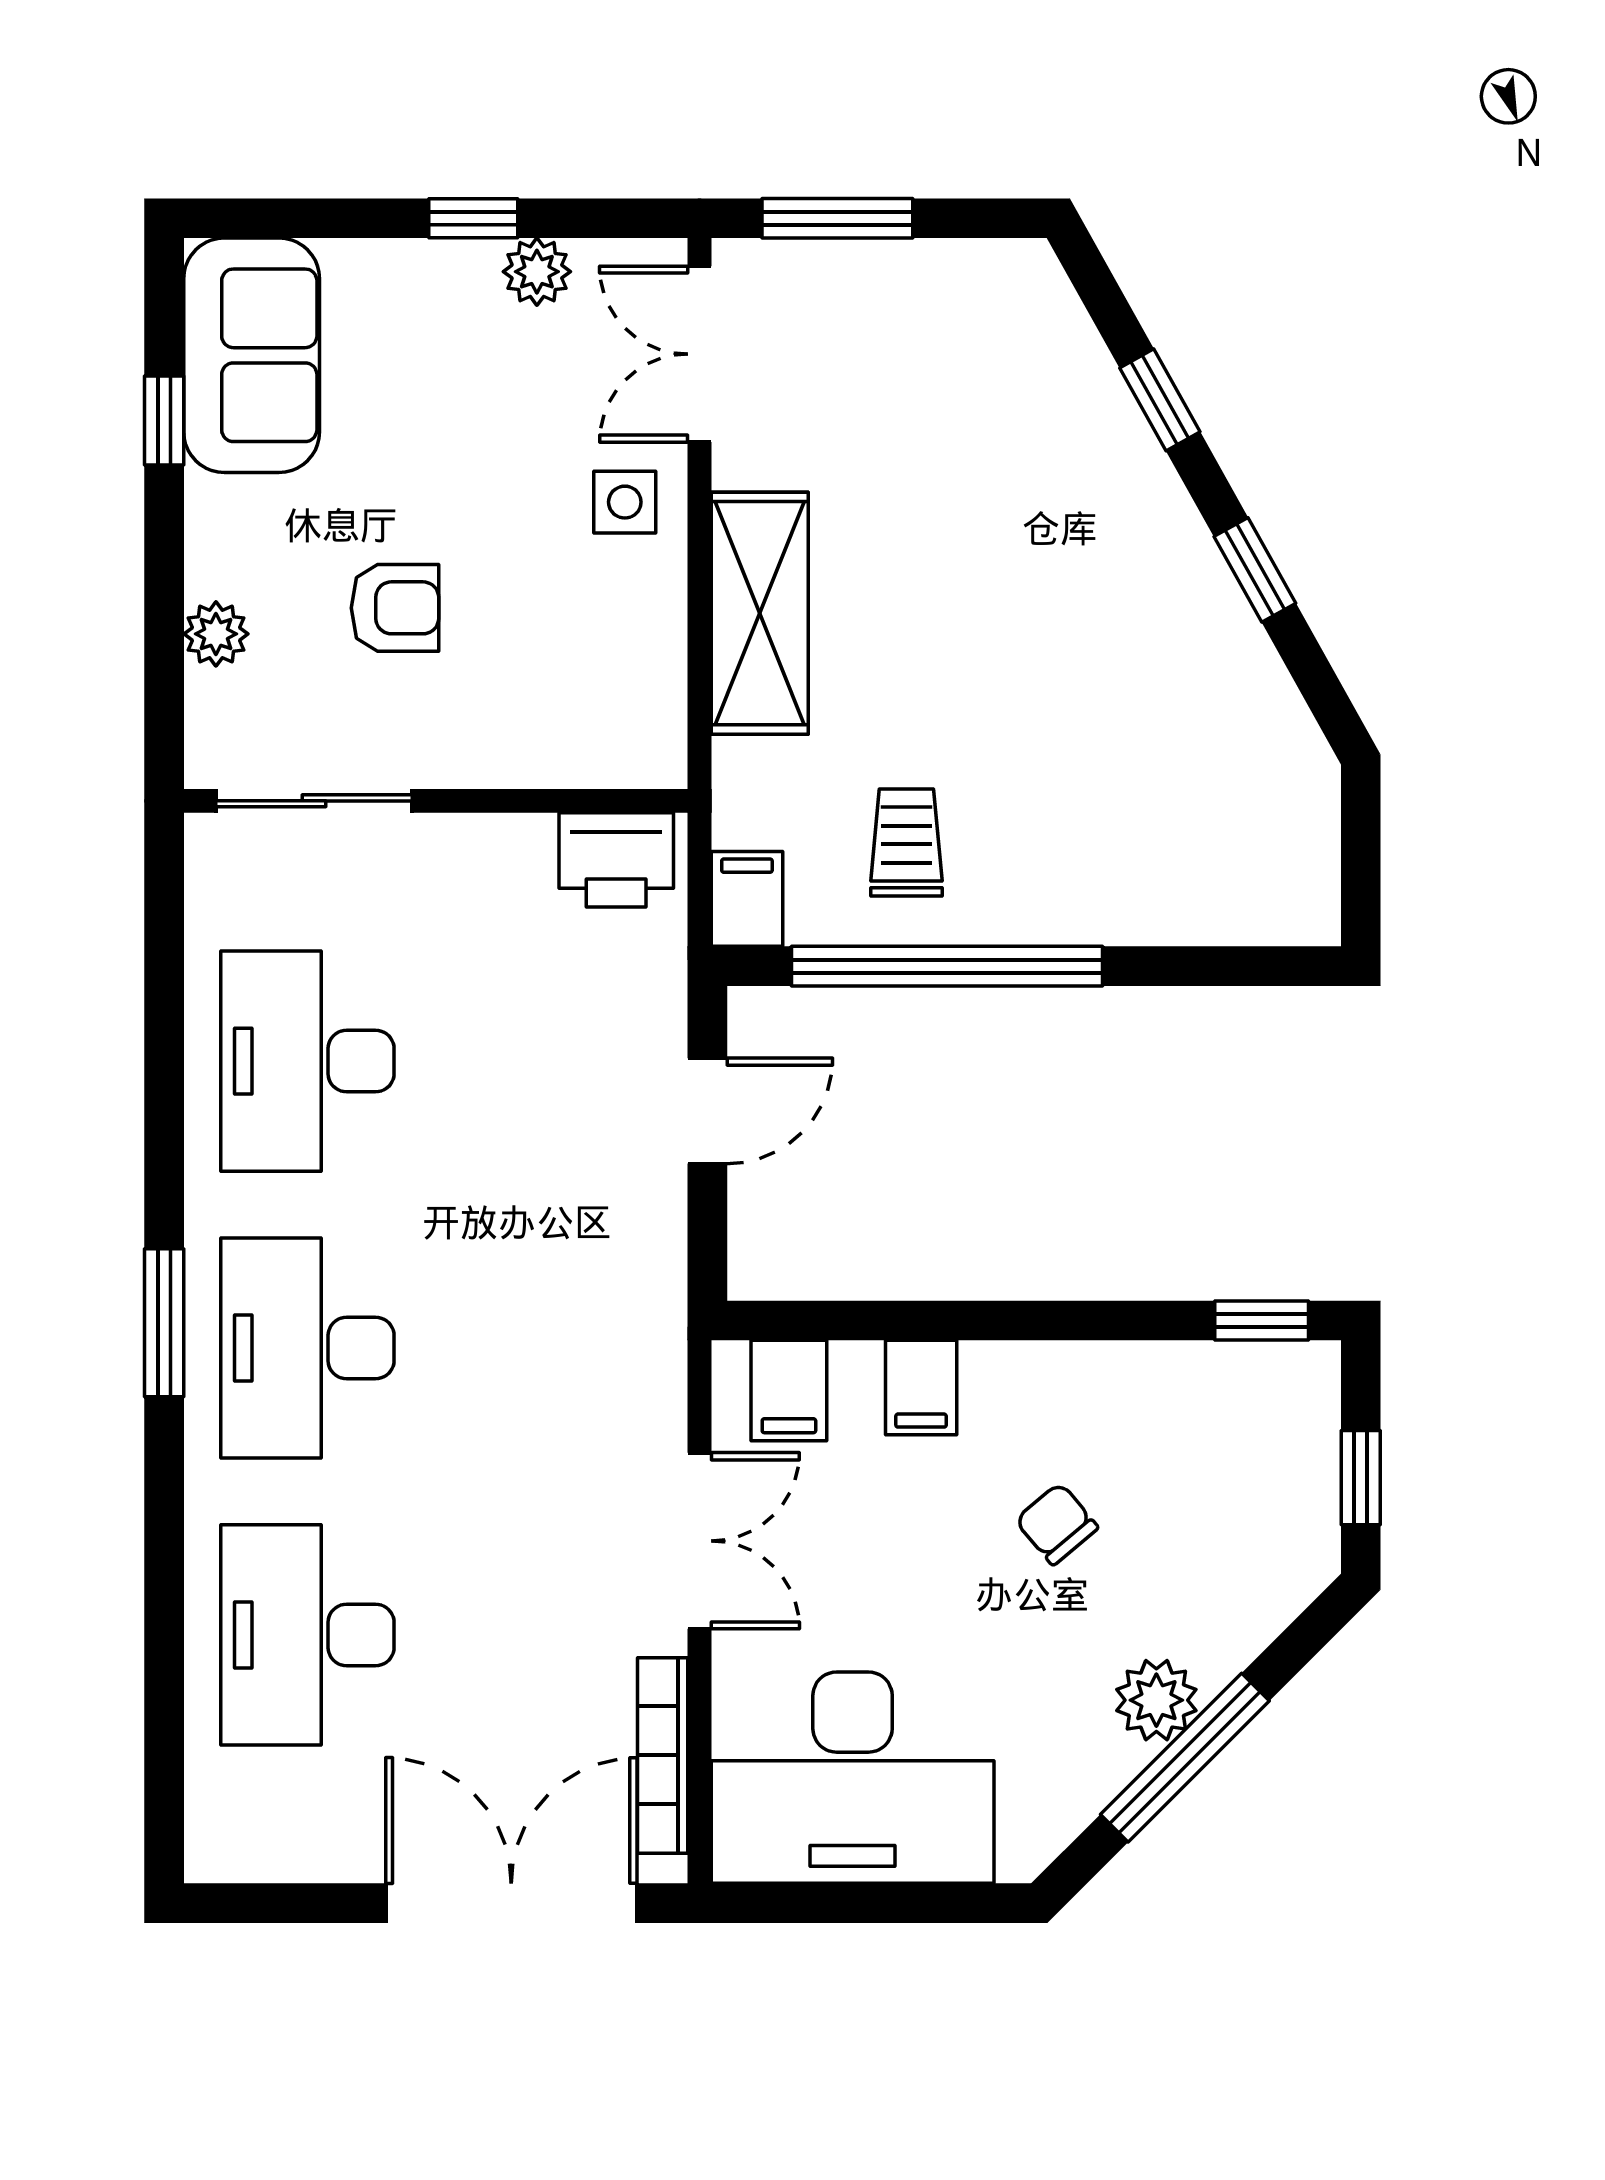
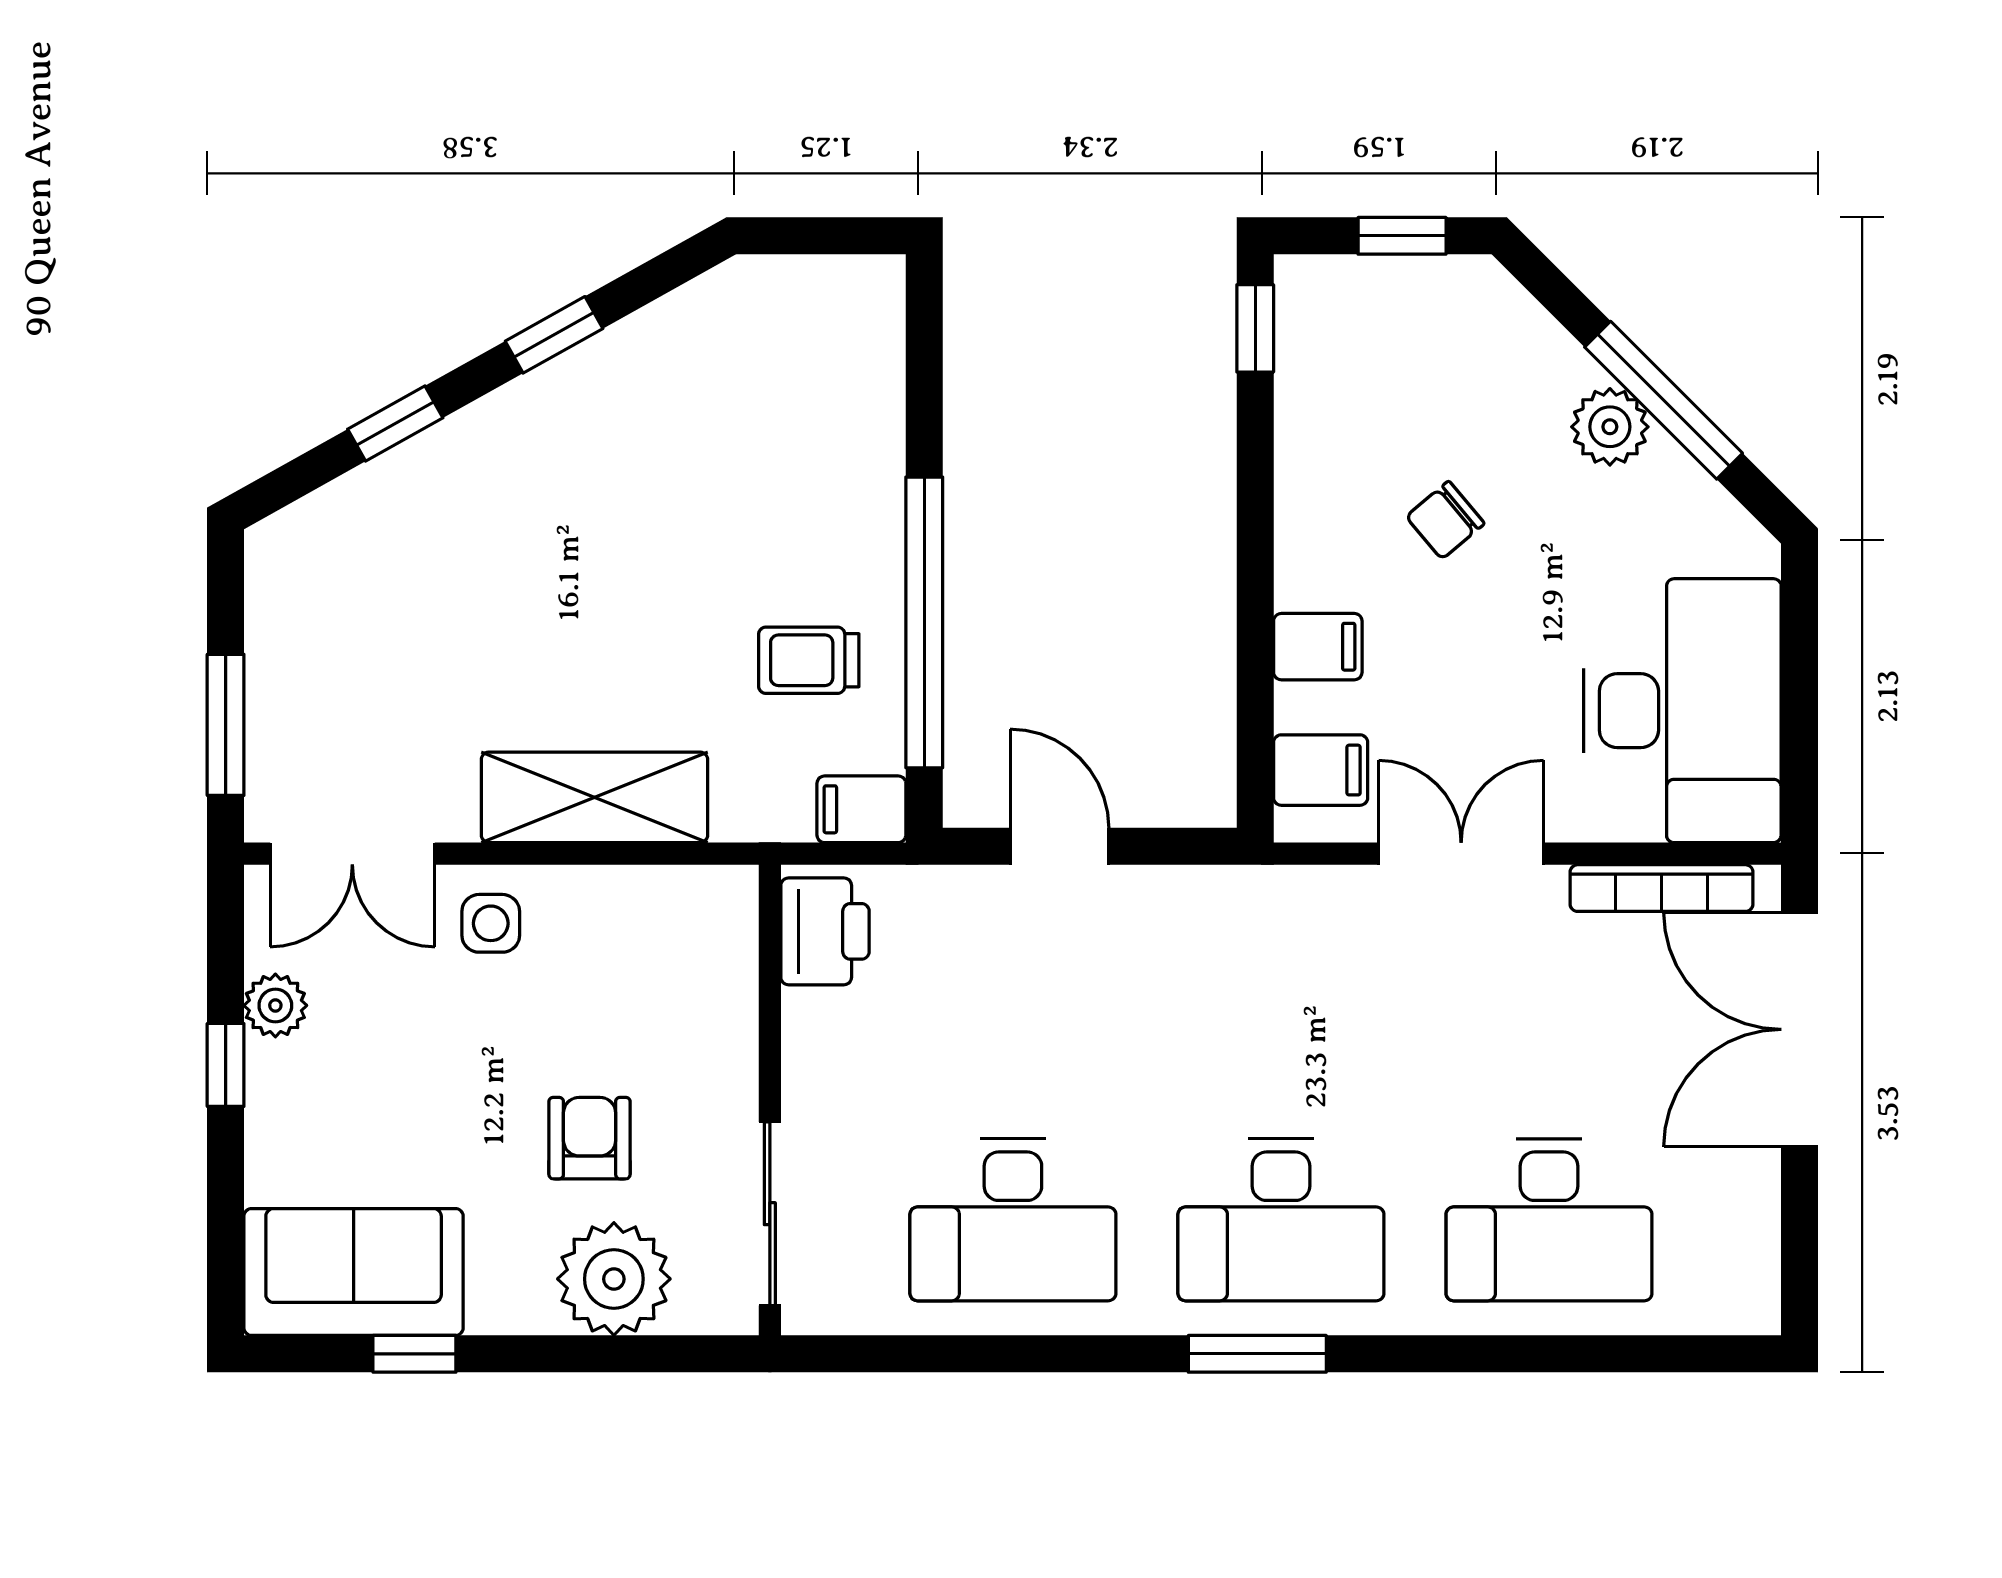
plant: (216, 634) -> (614, 1279), width x1.88, depth x1.88

